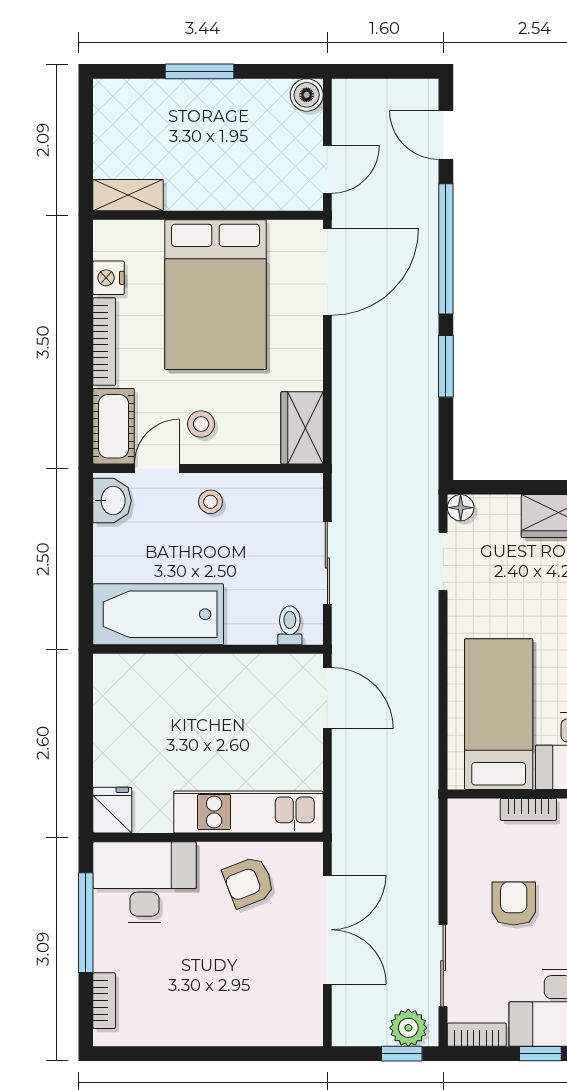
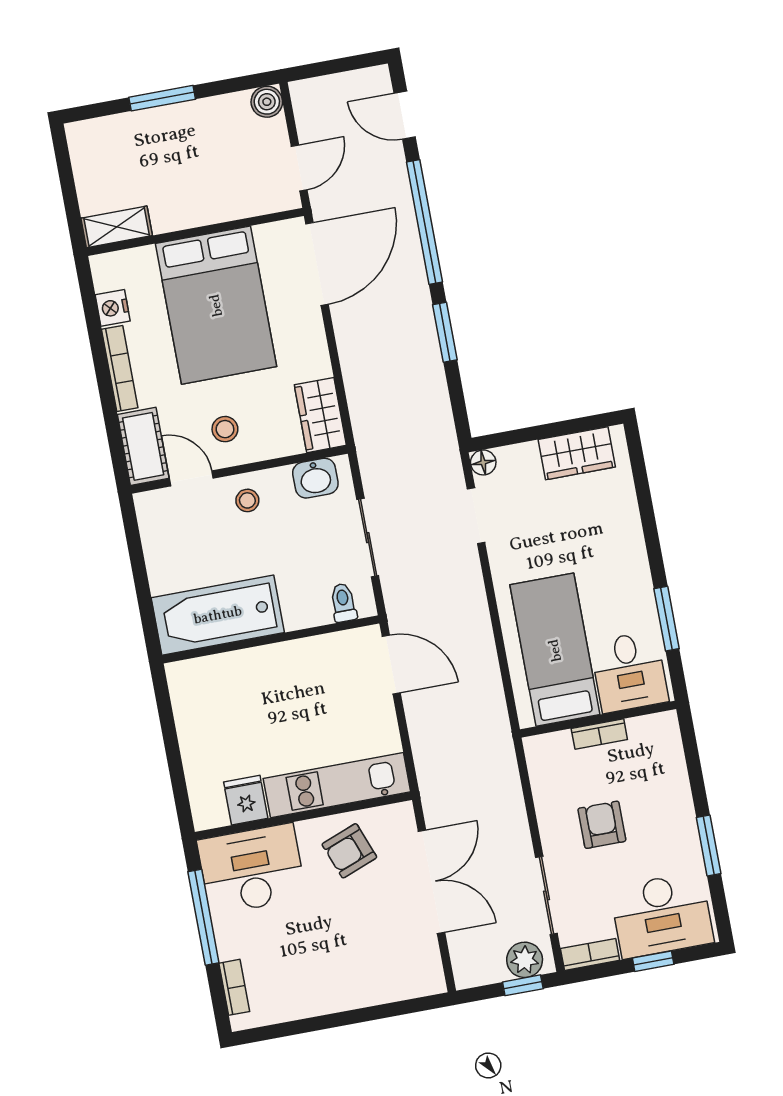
door: (157, 468) -> (191, 478), hinge flipped
washbasin: (112, 501) -> (315, 478), moved, turned 90
fridge: (112, 810) -> (246, 800), moved

